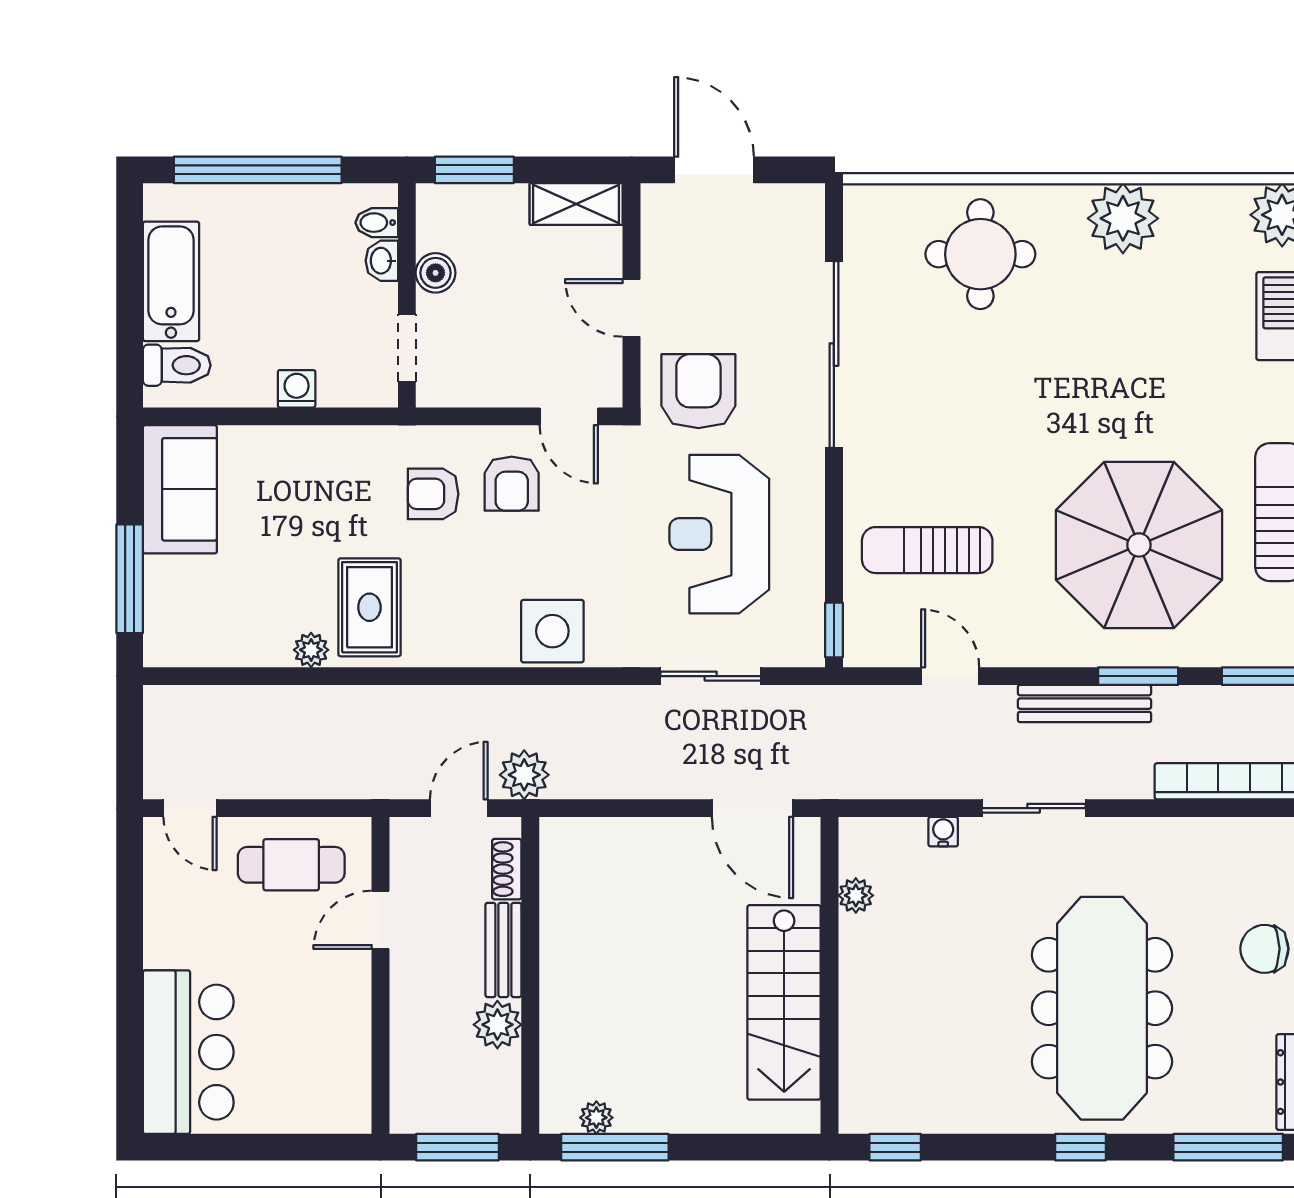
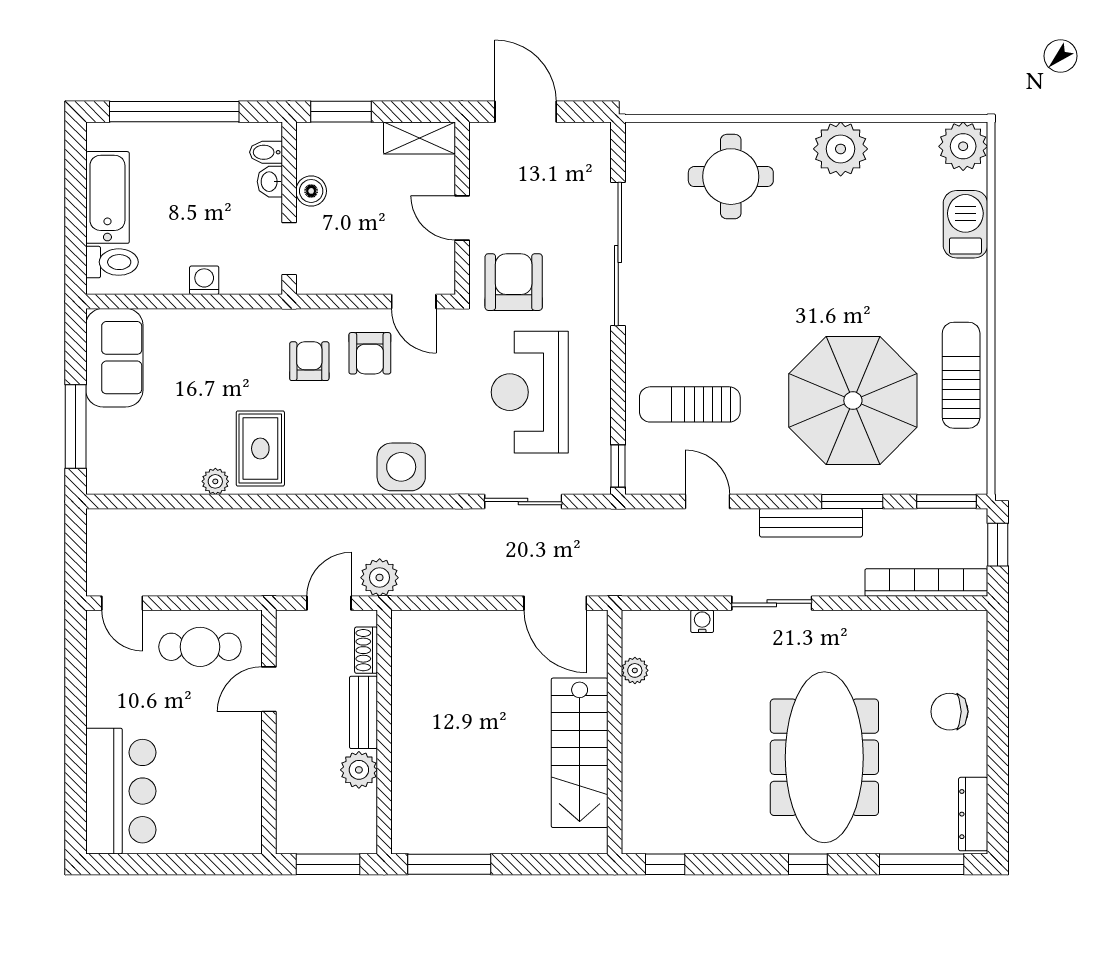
armchair: (433, 494) -> (309, 361), turned 90
plant: (596, 1118) -> (435, 841), removed

